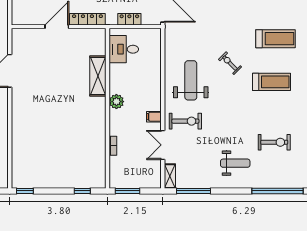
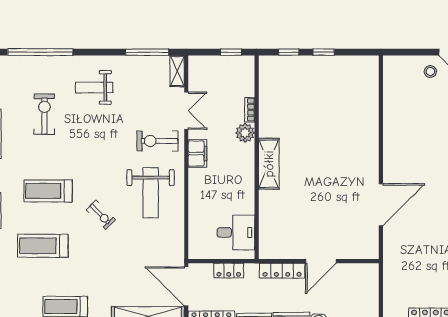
shelving: (98, 76) -> (269, 164), moved
plant: (116, 102) -> (245, 133), moved
filing cabinet: (154, 117) -> (197, 154), width x2.00
exercise bike: (274, 142) -> (44, 114), turned 90
window: (25, 191) -> (324, 52), moved
window: (128, 191) -> (231, 52), width x0.67

